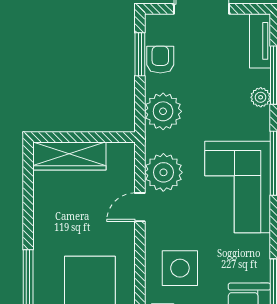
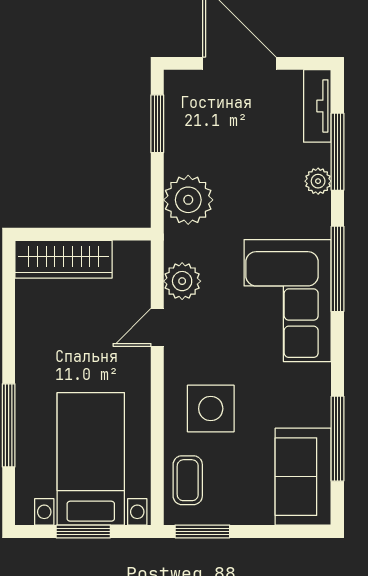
armchair: (160, 60) -> (185, 131), removed
plant: (163, 172) -> (182, 281), width x0.73, depth x0.73

